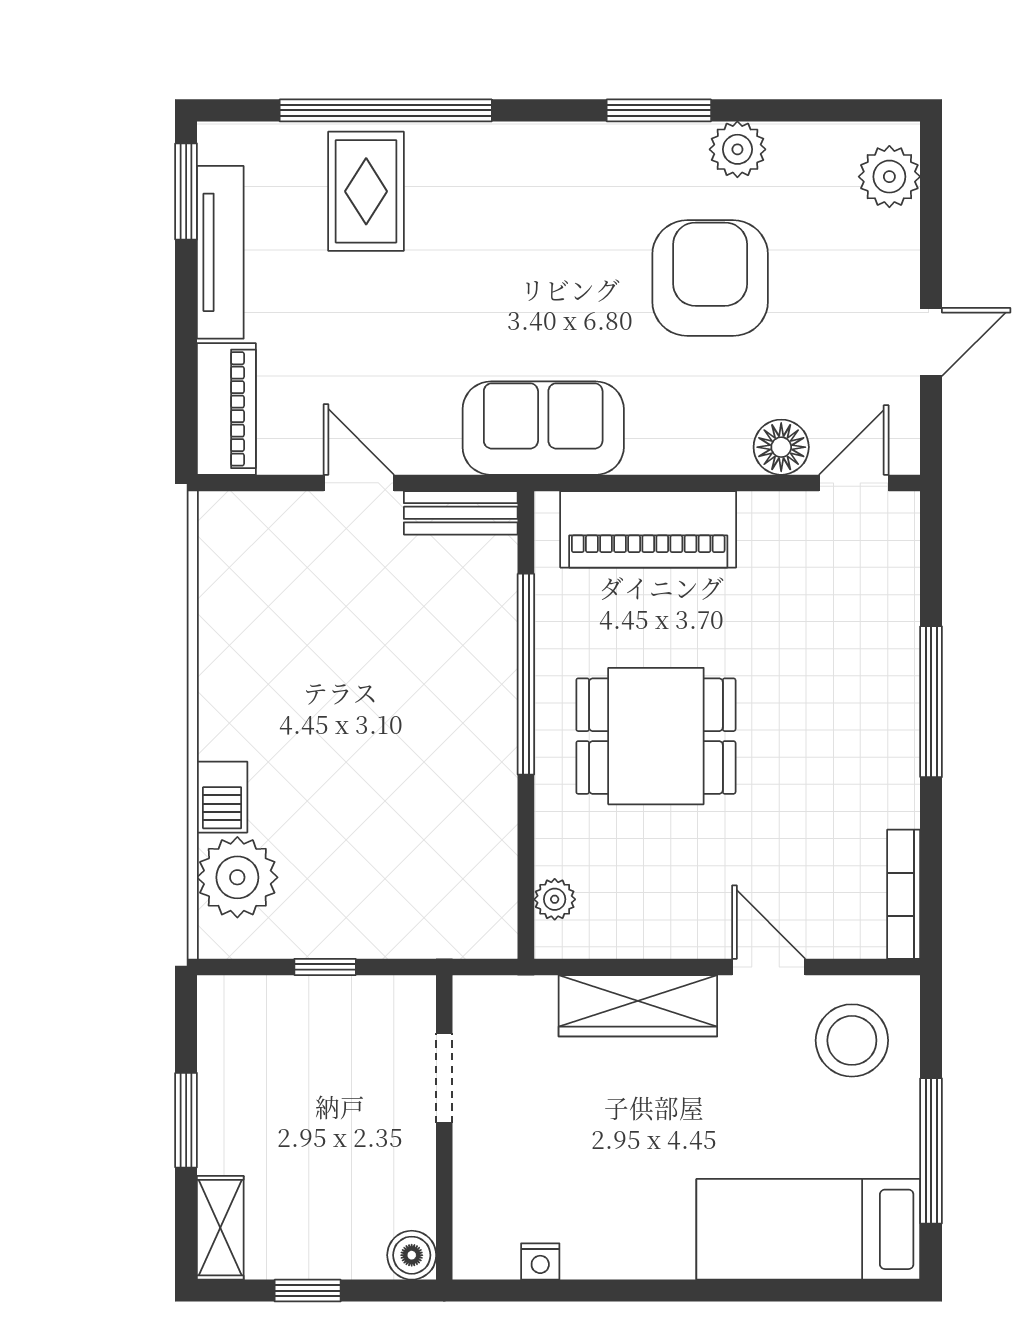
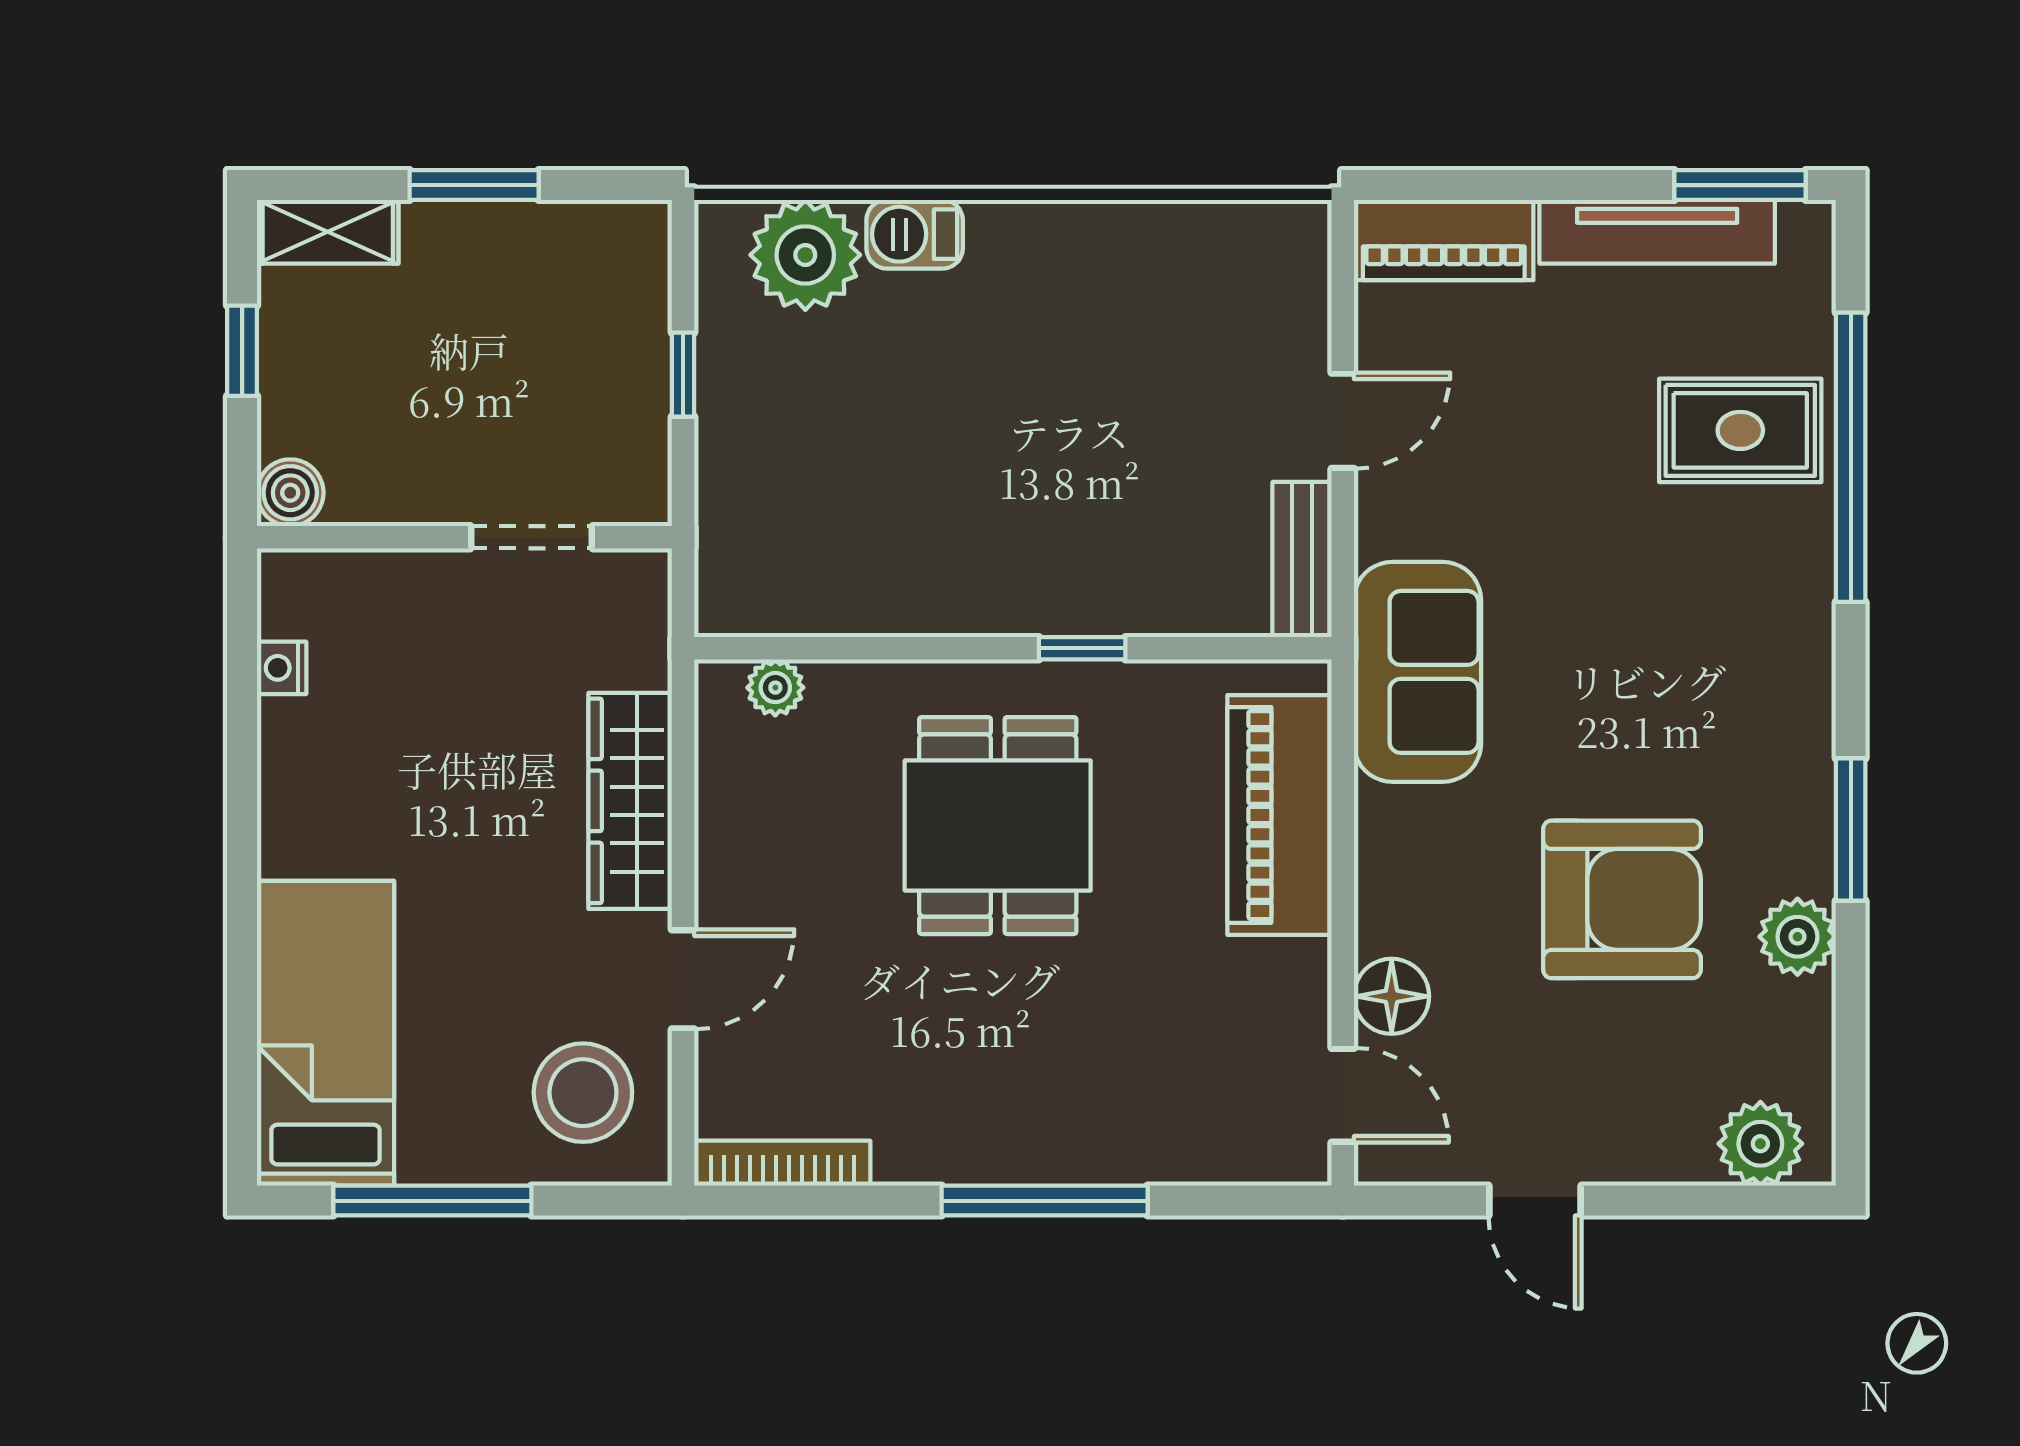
window: (526, 674) -> (1082, 648), width x0.32

